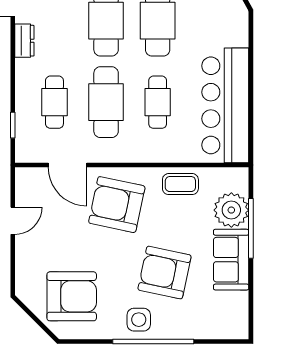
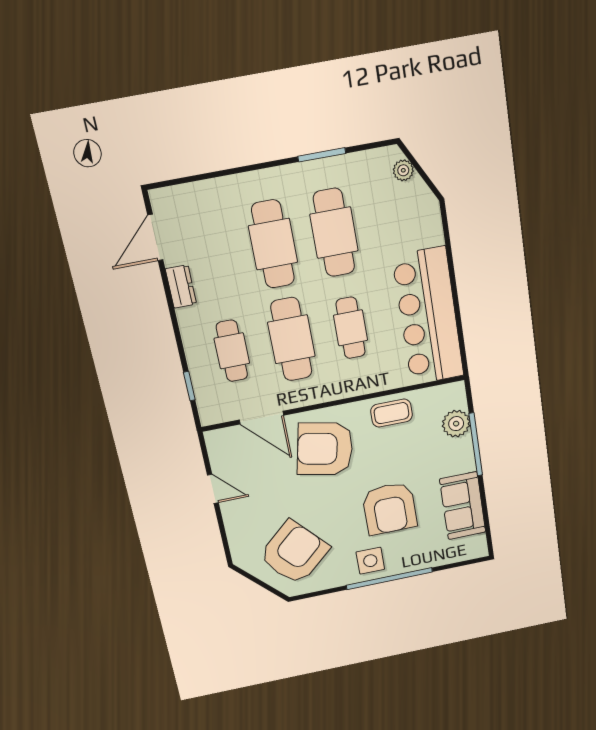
plant: (231, 210) -> (456, 424), width x0.73, depth x0.73
door: (13, 221) -> (213, 489), hinge flipped
sofa: (231, 260) -> (463, 506), moved
armchair: (165, 273) -> (390, 508), turned -102
armchair: (72, 296) -> (294, 553), turned -42

